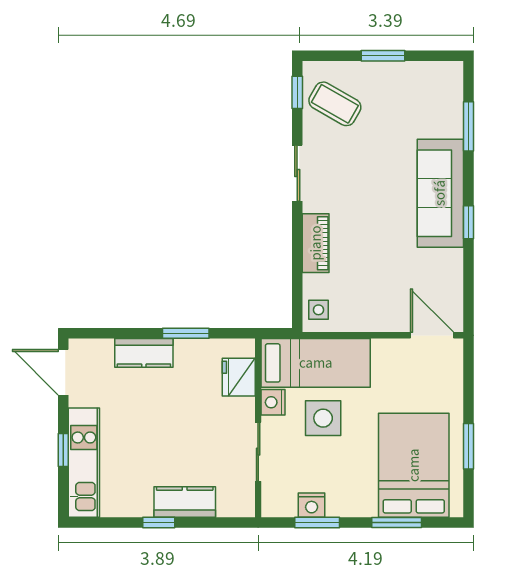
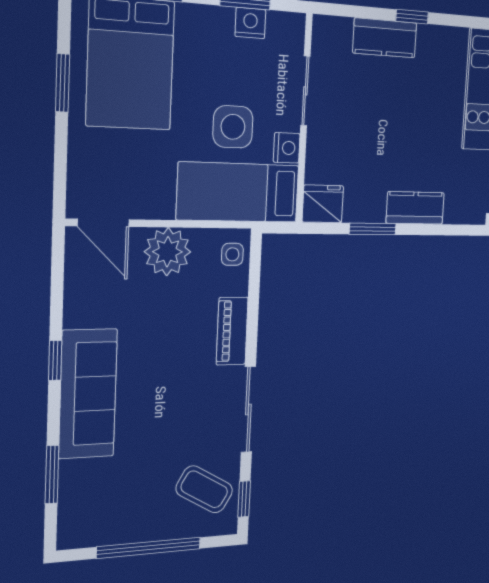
window: (383, 56) -> (149, 548), width x2.11
sliding door: (297, 173) -> (248, 409), width x1.37
plant: (376, 312) -> (168, 252), added
fridge: (239, 377) -> (323, 204), moved, turned -90

